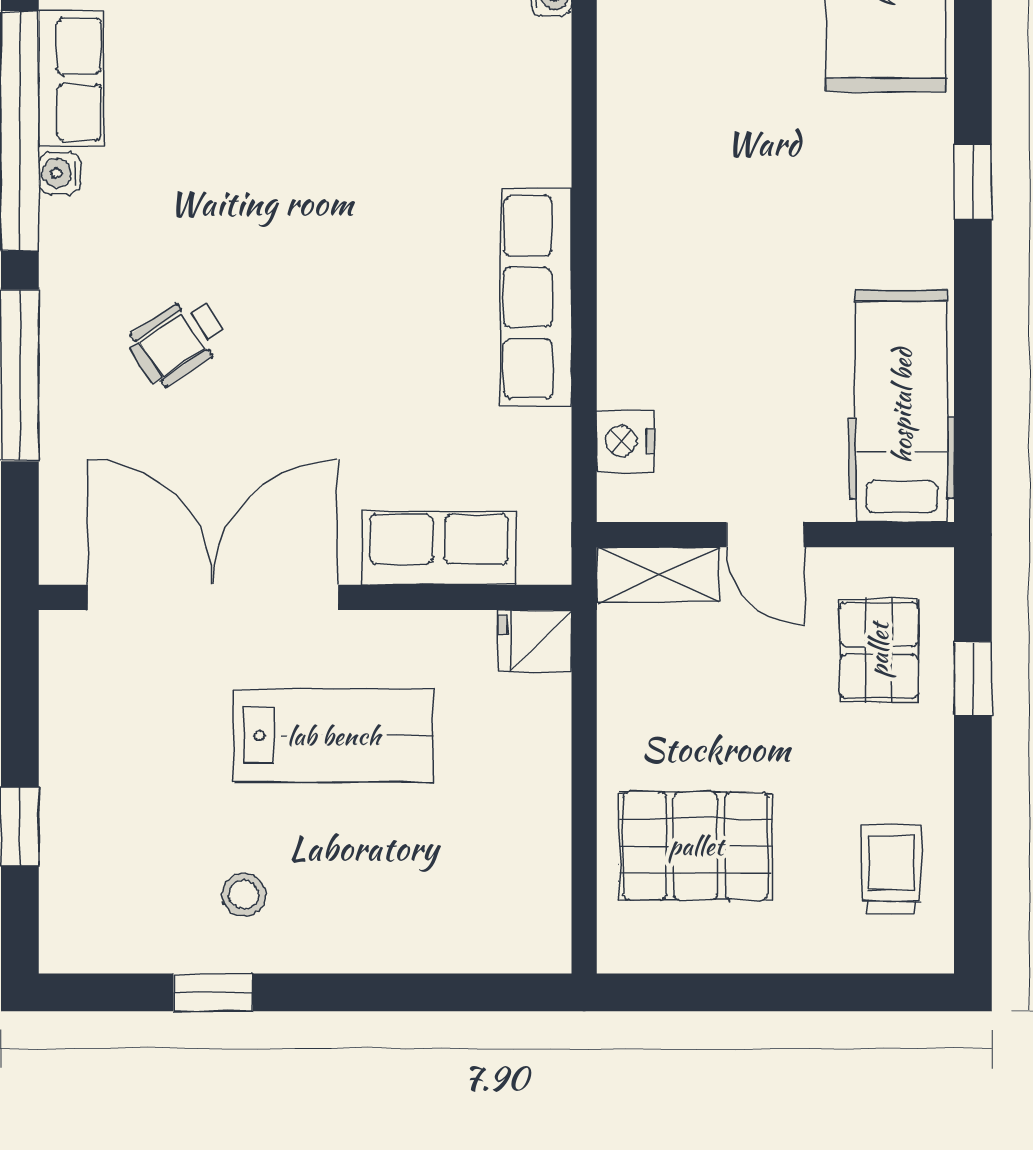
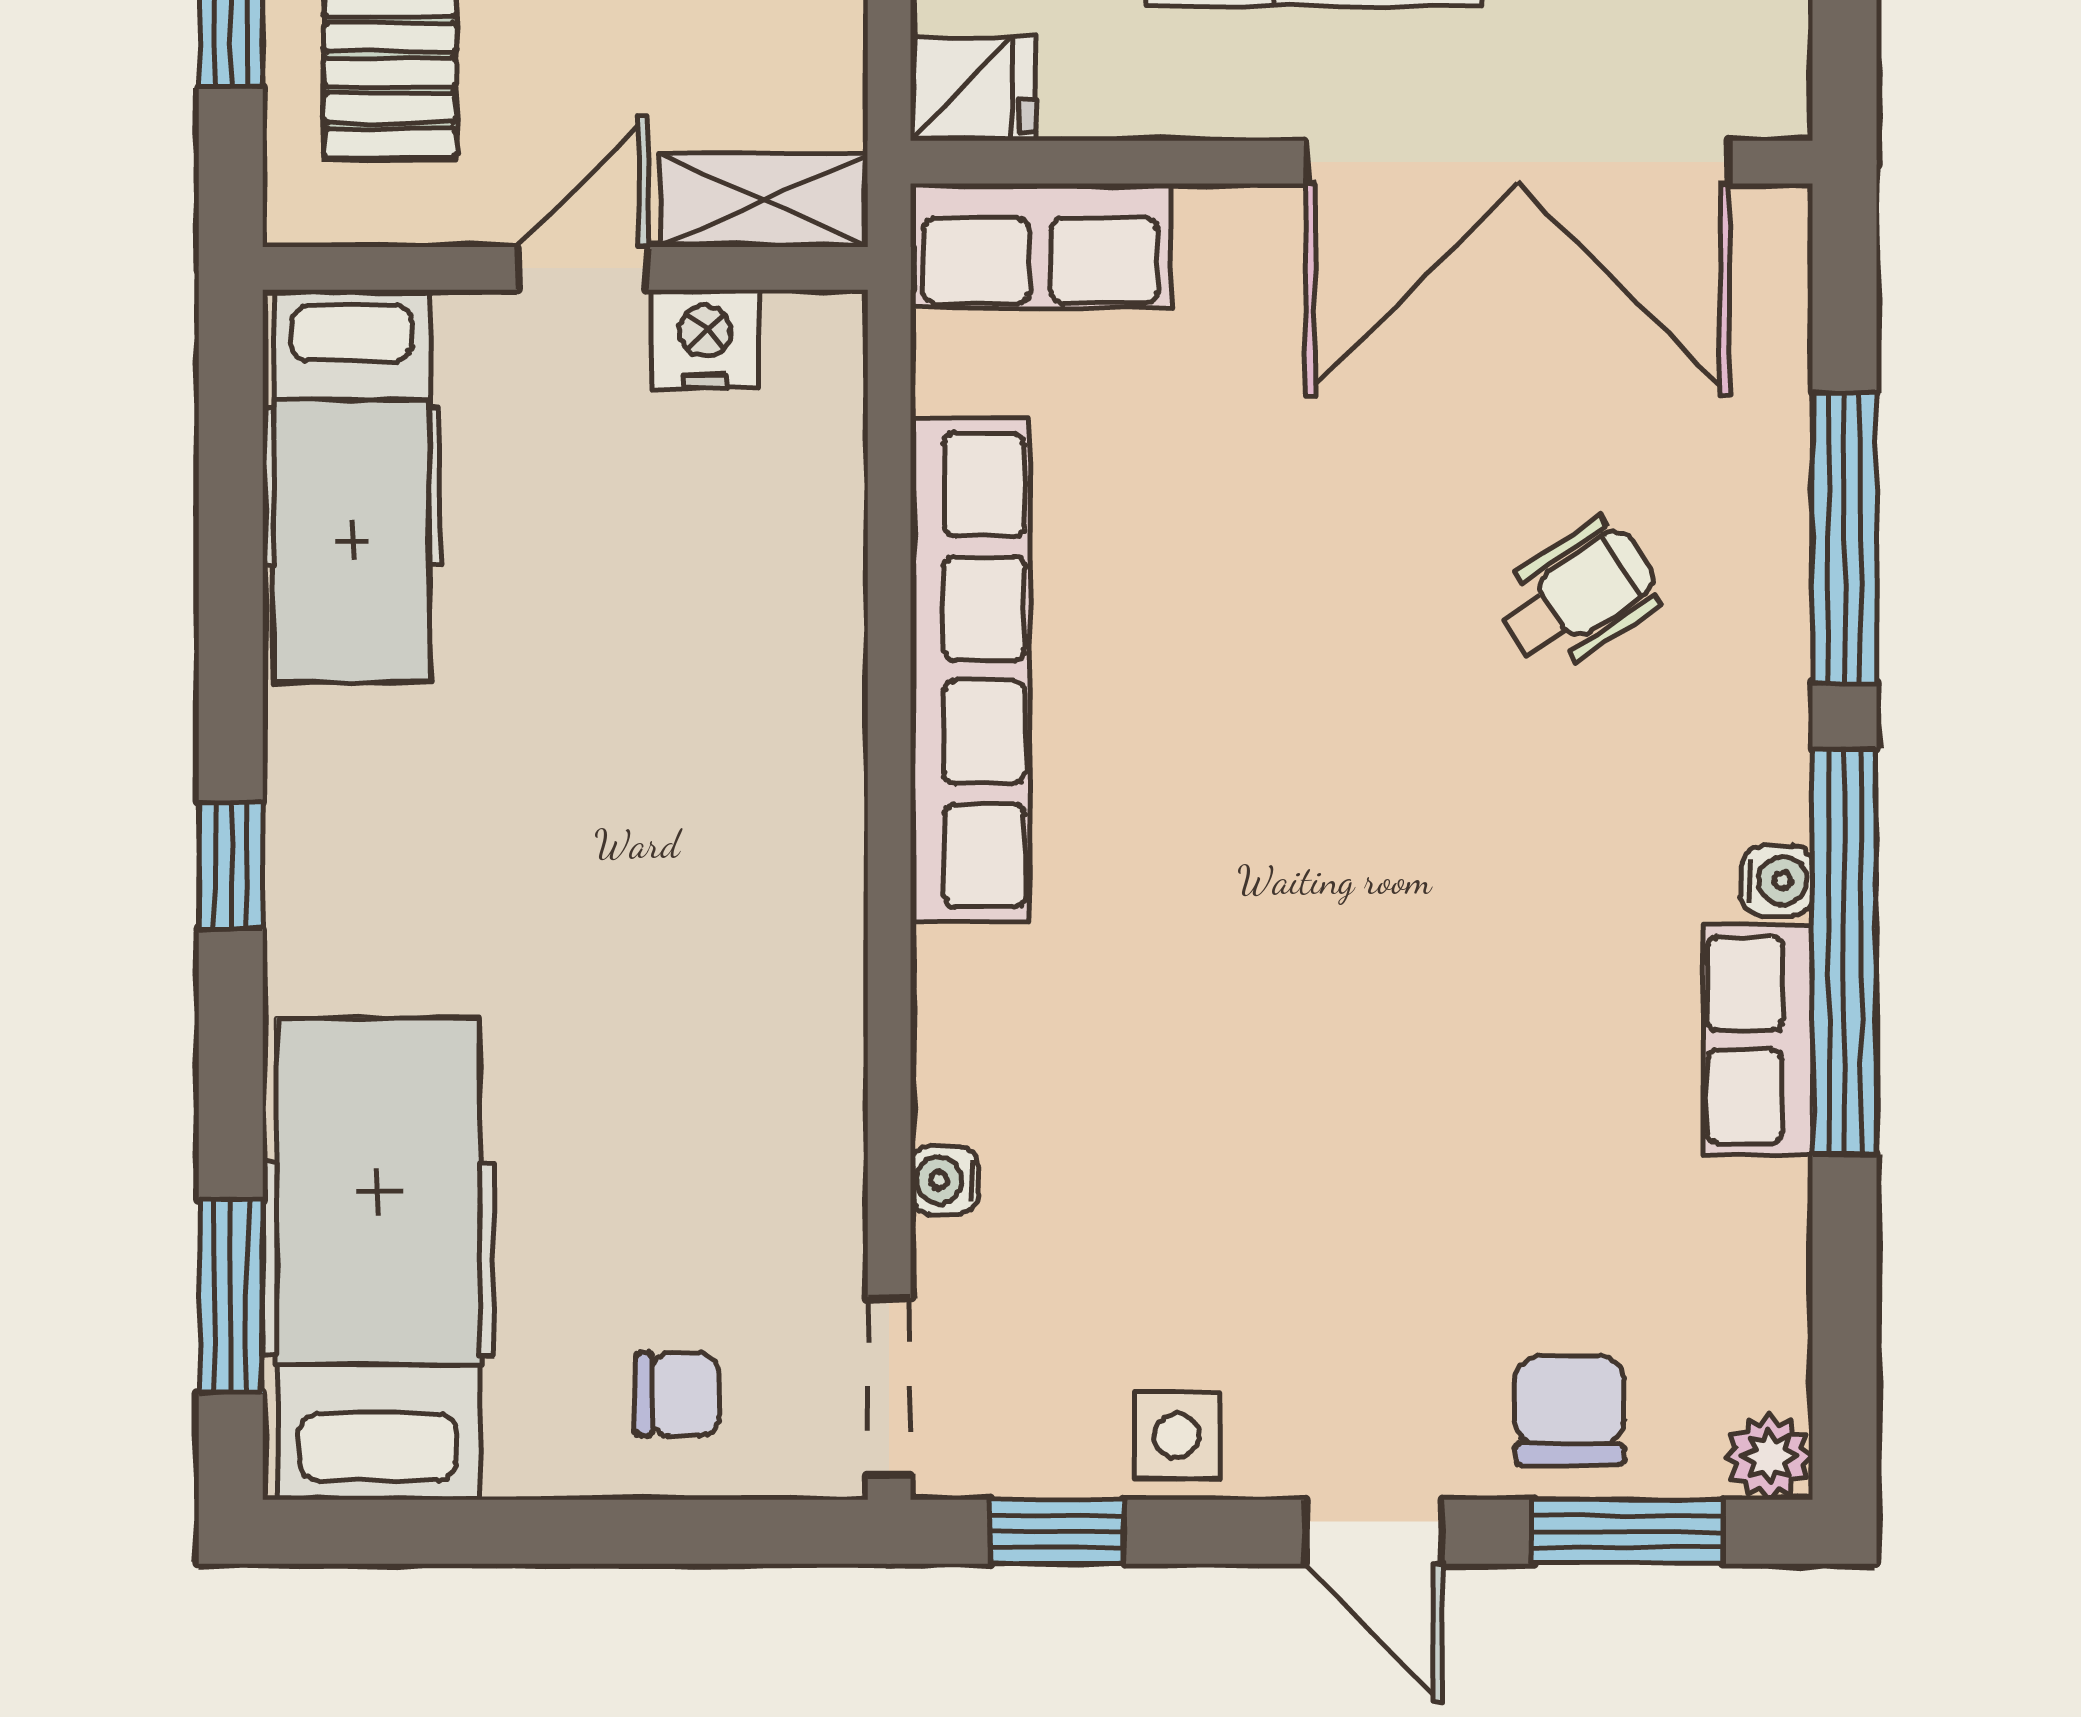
row of seats: (536, 297) -> (970, 670), width x1.36
nightstand: (626, 441) -> (706, 339), moved, turned -90
door: (765, 535) -> (583, 268), hinge flipped
row of seats: (439, 548) -> (1041, 246), moved

